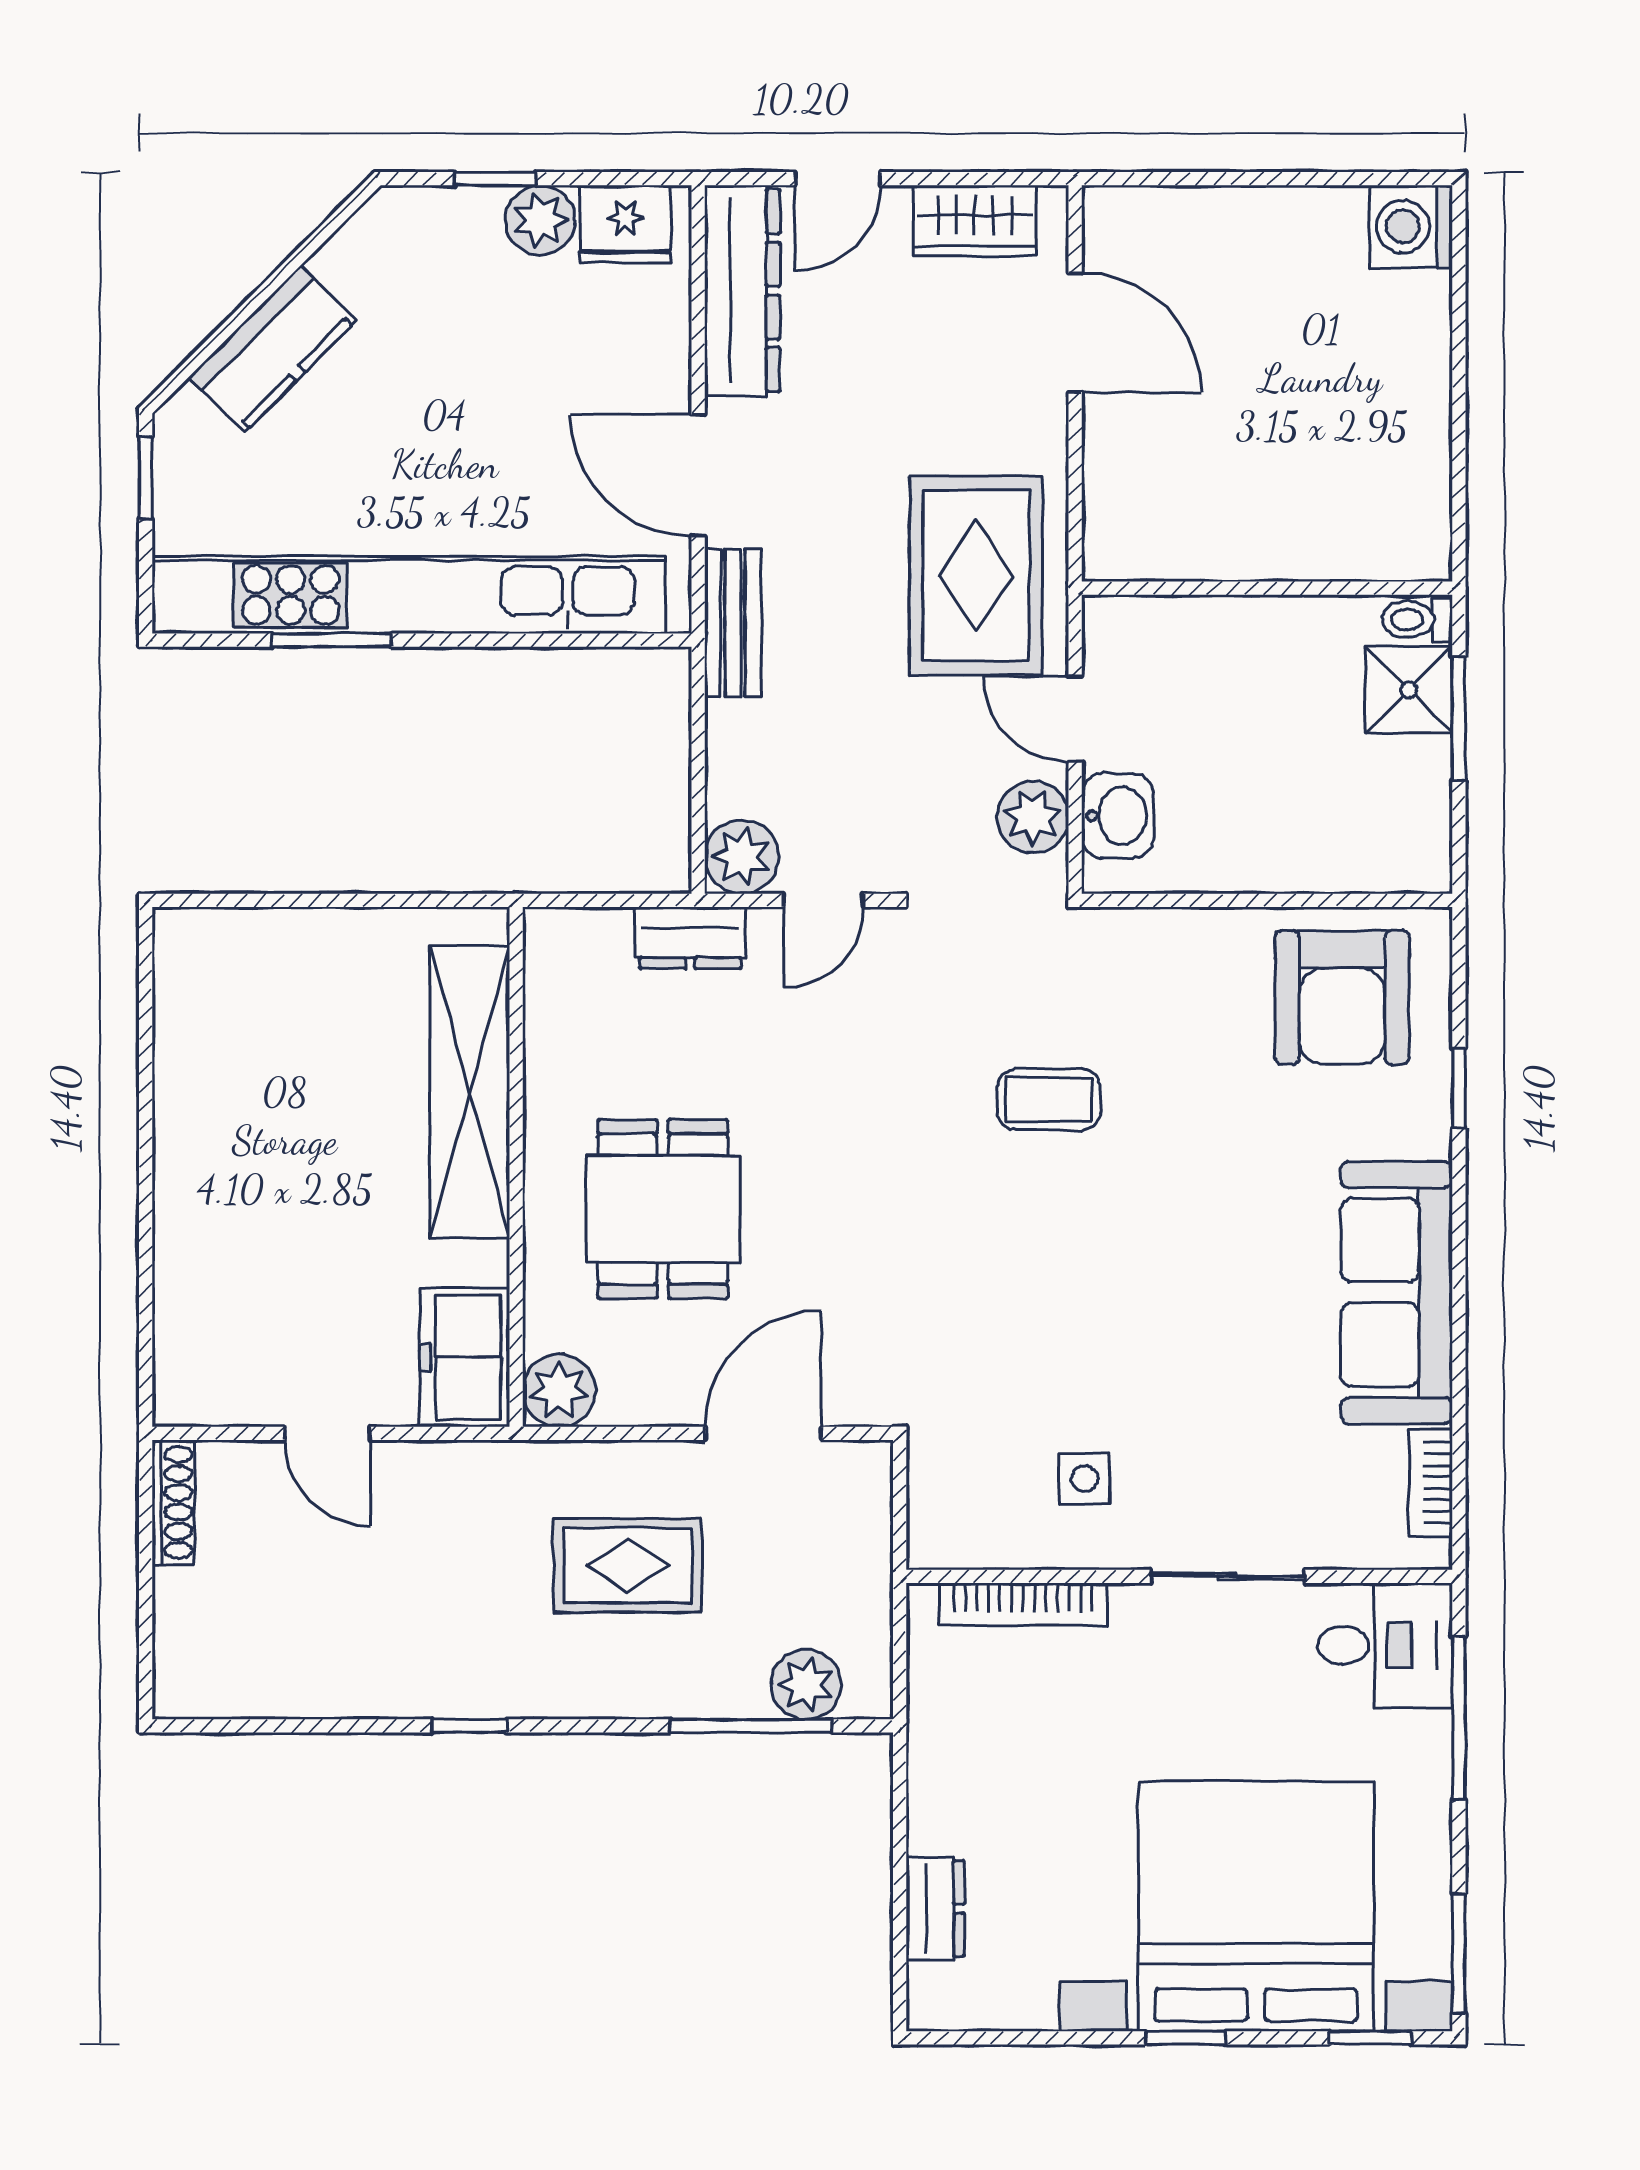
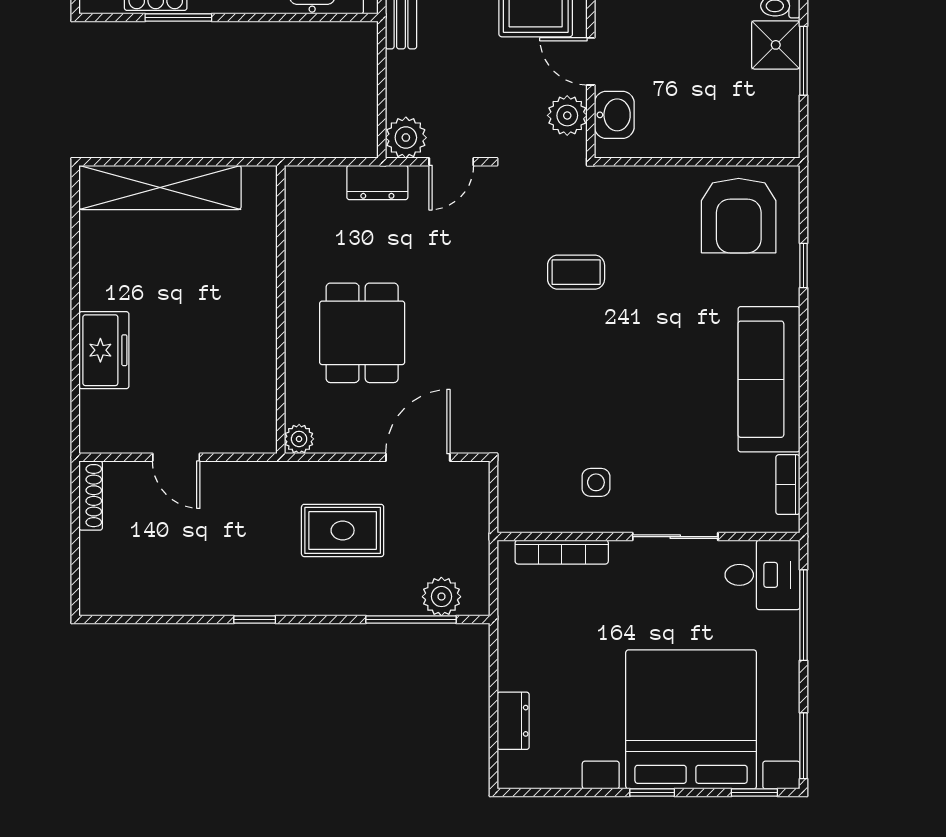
shelving: (470, 1092) -> (160, 187), moved, turned 90
freezer: (465, 1357) -> (104, 350), moved, turned 180
plant: (559, 1390) -> (299, 439), width x0.73, depth x0.73

